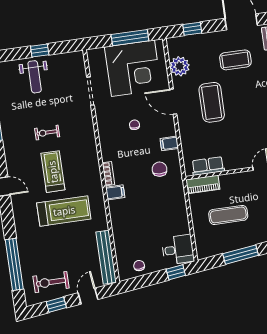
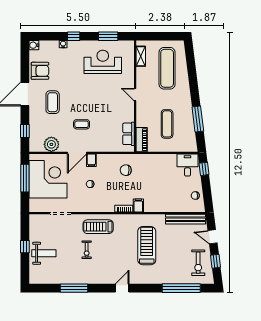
coffee table: (212, 102) -> (82, 124), width x0.54, depth x0.58
filing cabinet: (169, 143) -> (91, 160), moved
treadmill: (53, 172) -> (98, 227), moved

